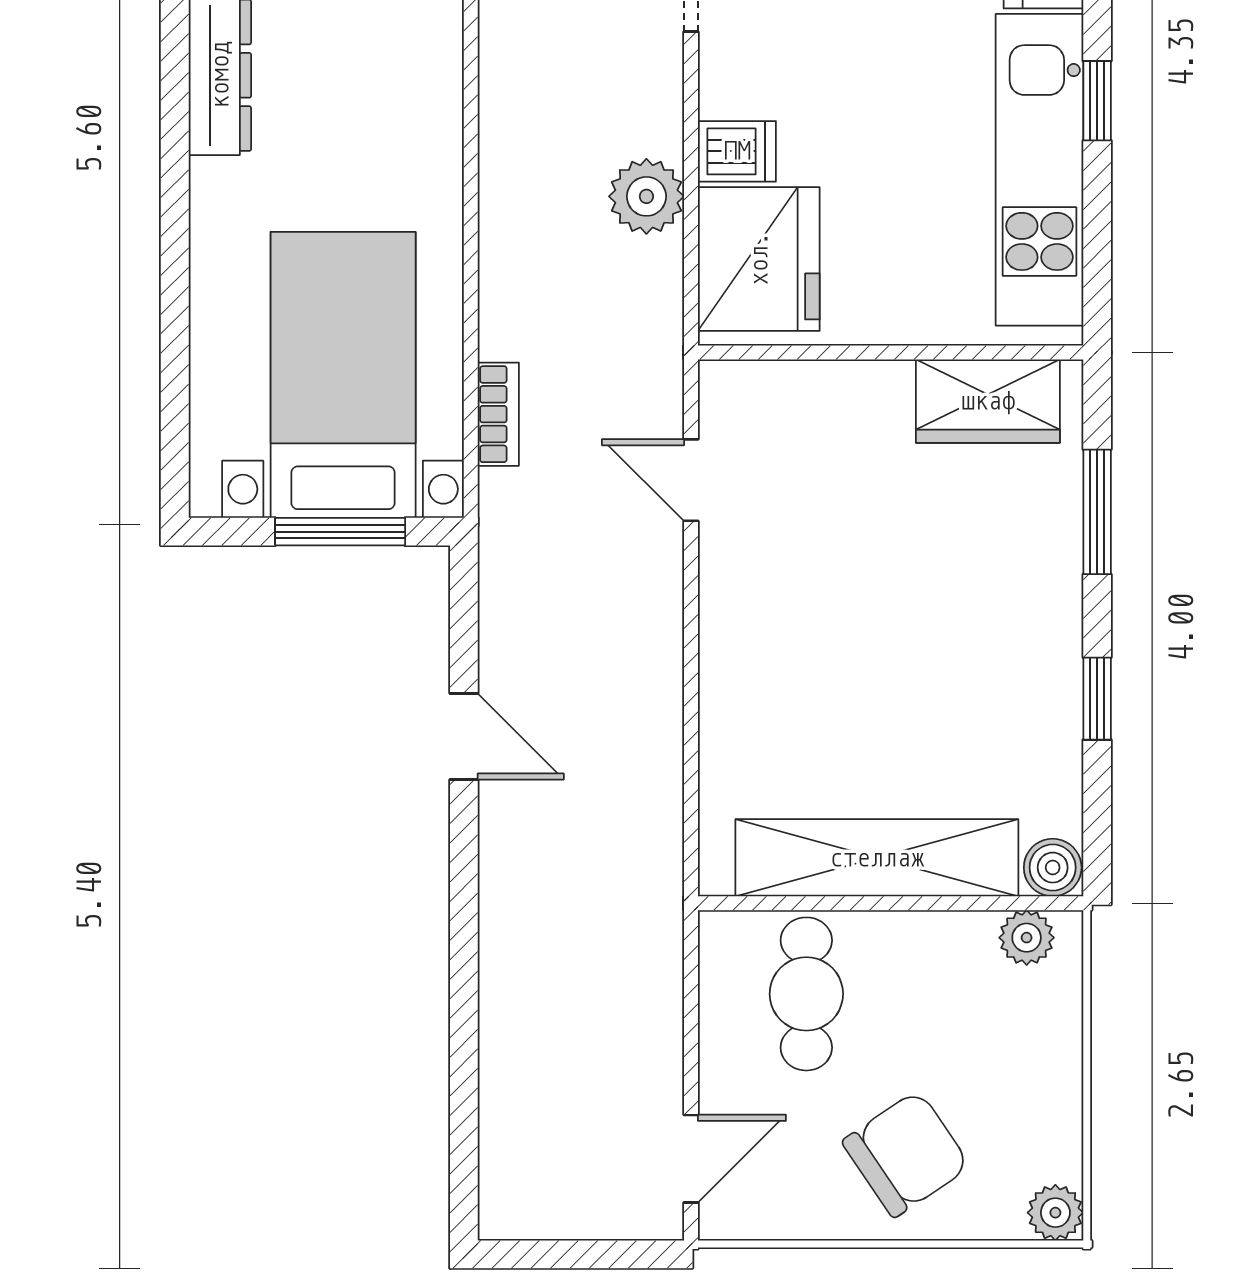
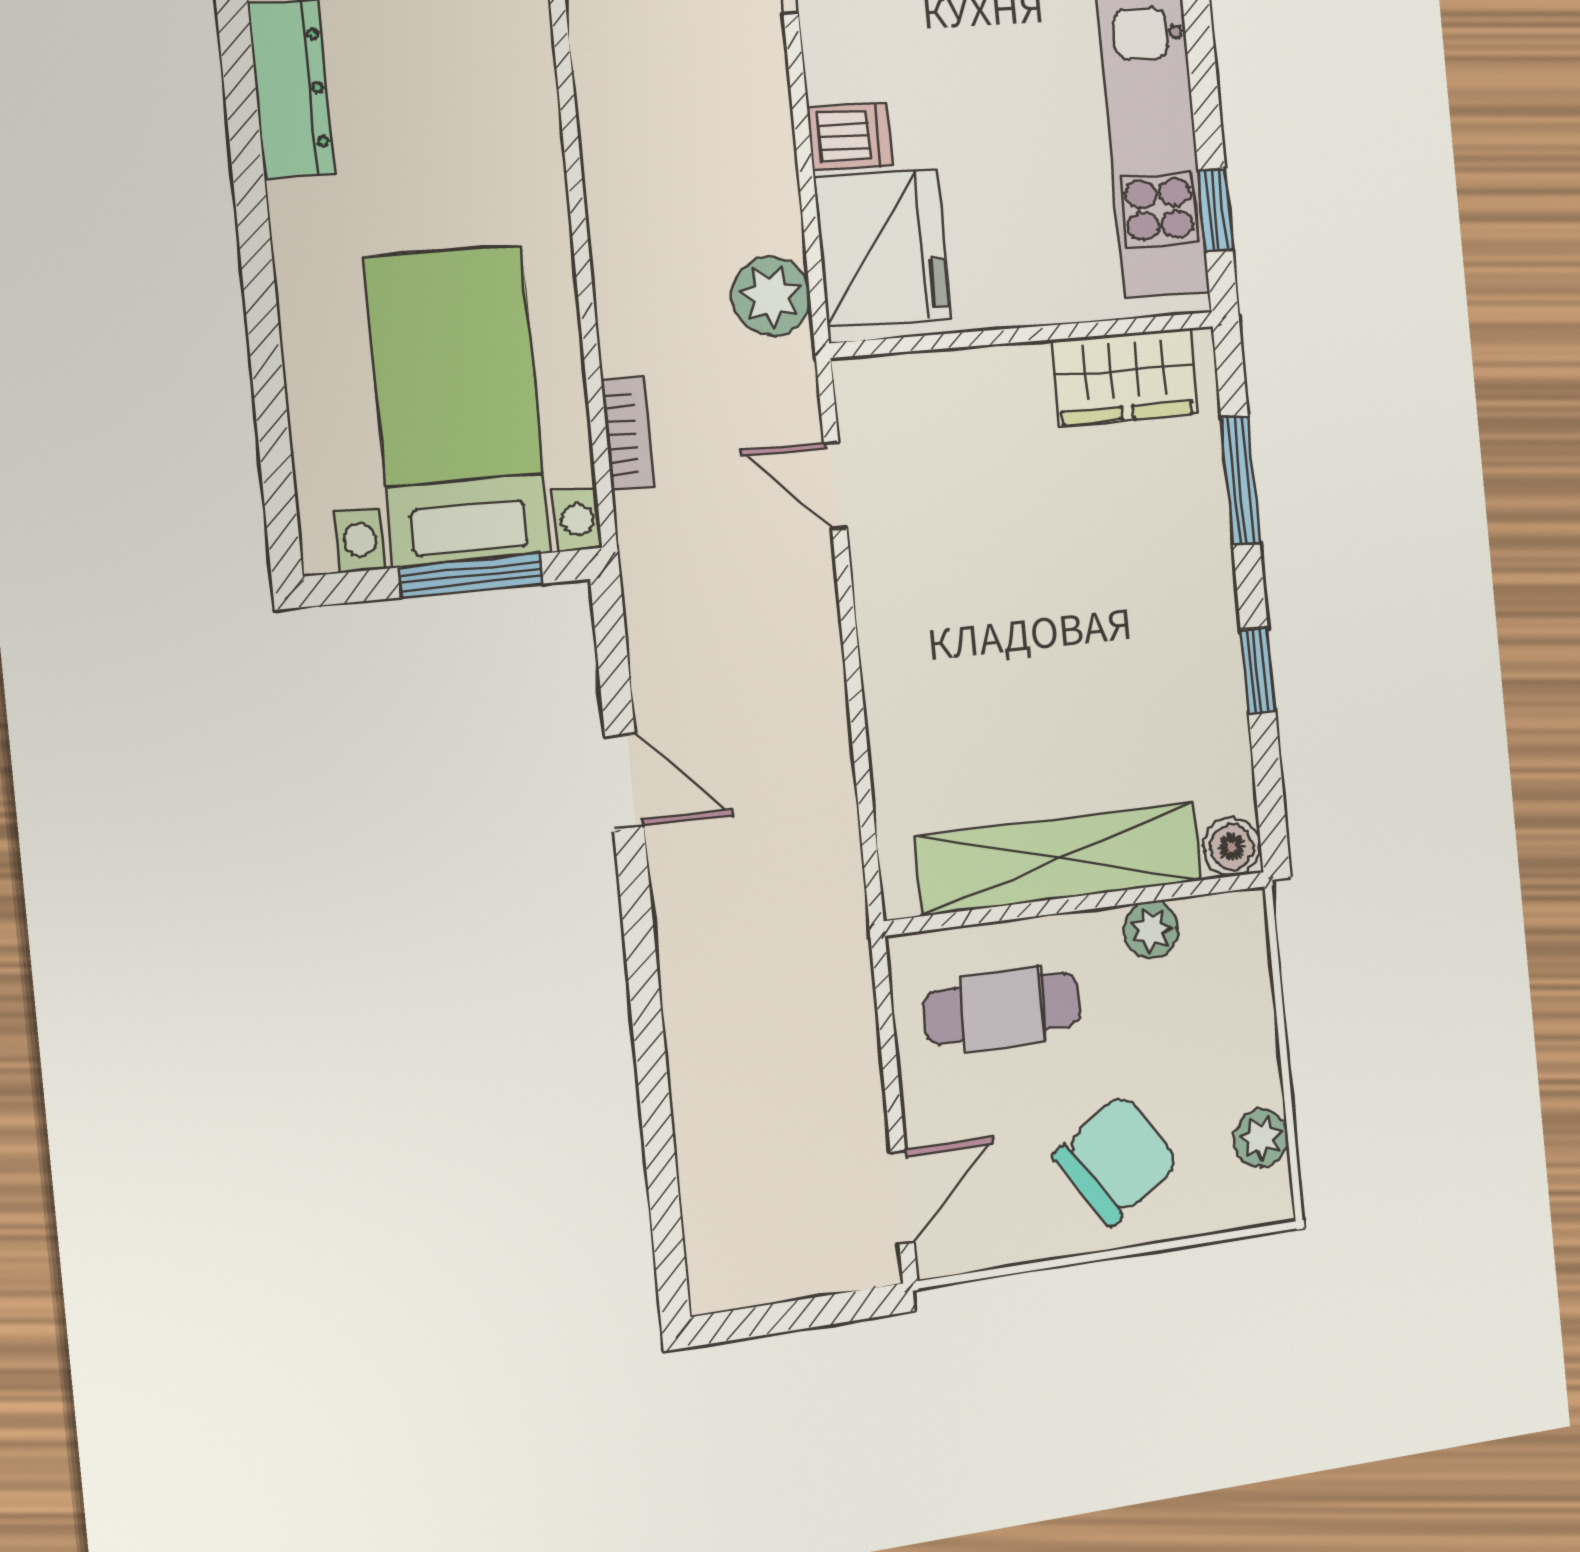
window: (1097, 101) -> (1215, 209), moved
plant: (646, 196) -> (771, 296), moved
plant: (1027, 938) -> (1151, 930), moved
cafe table: (806, 994) -> (1002, 1008), turned 90
plant: (1055, 1213) -> (1261, 1138), moved

